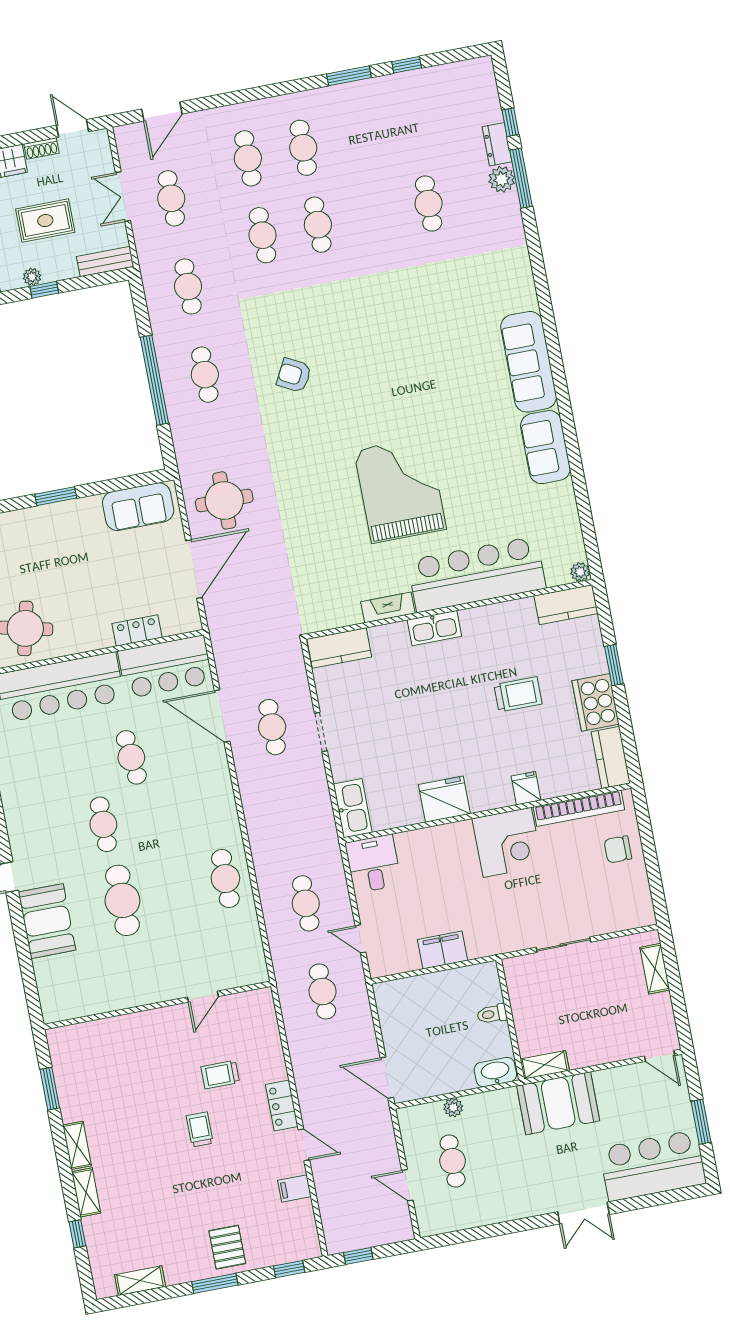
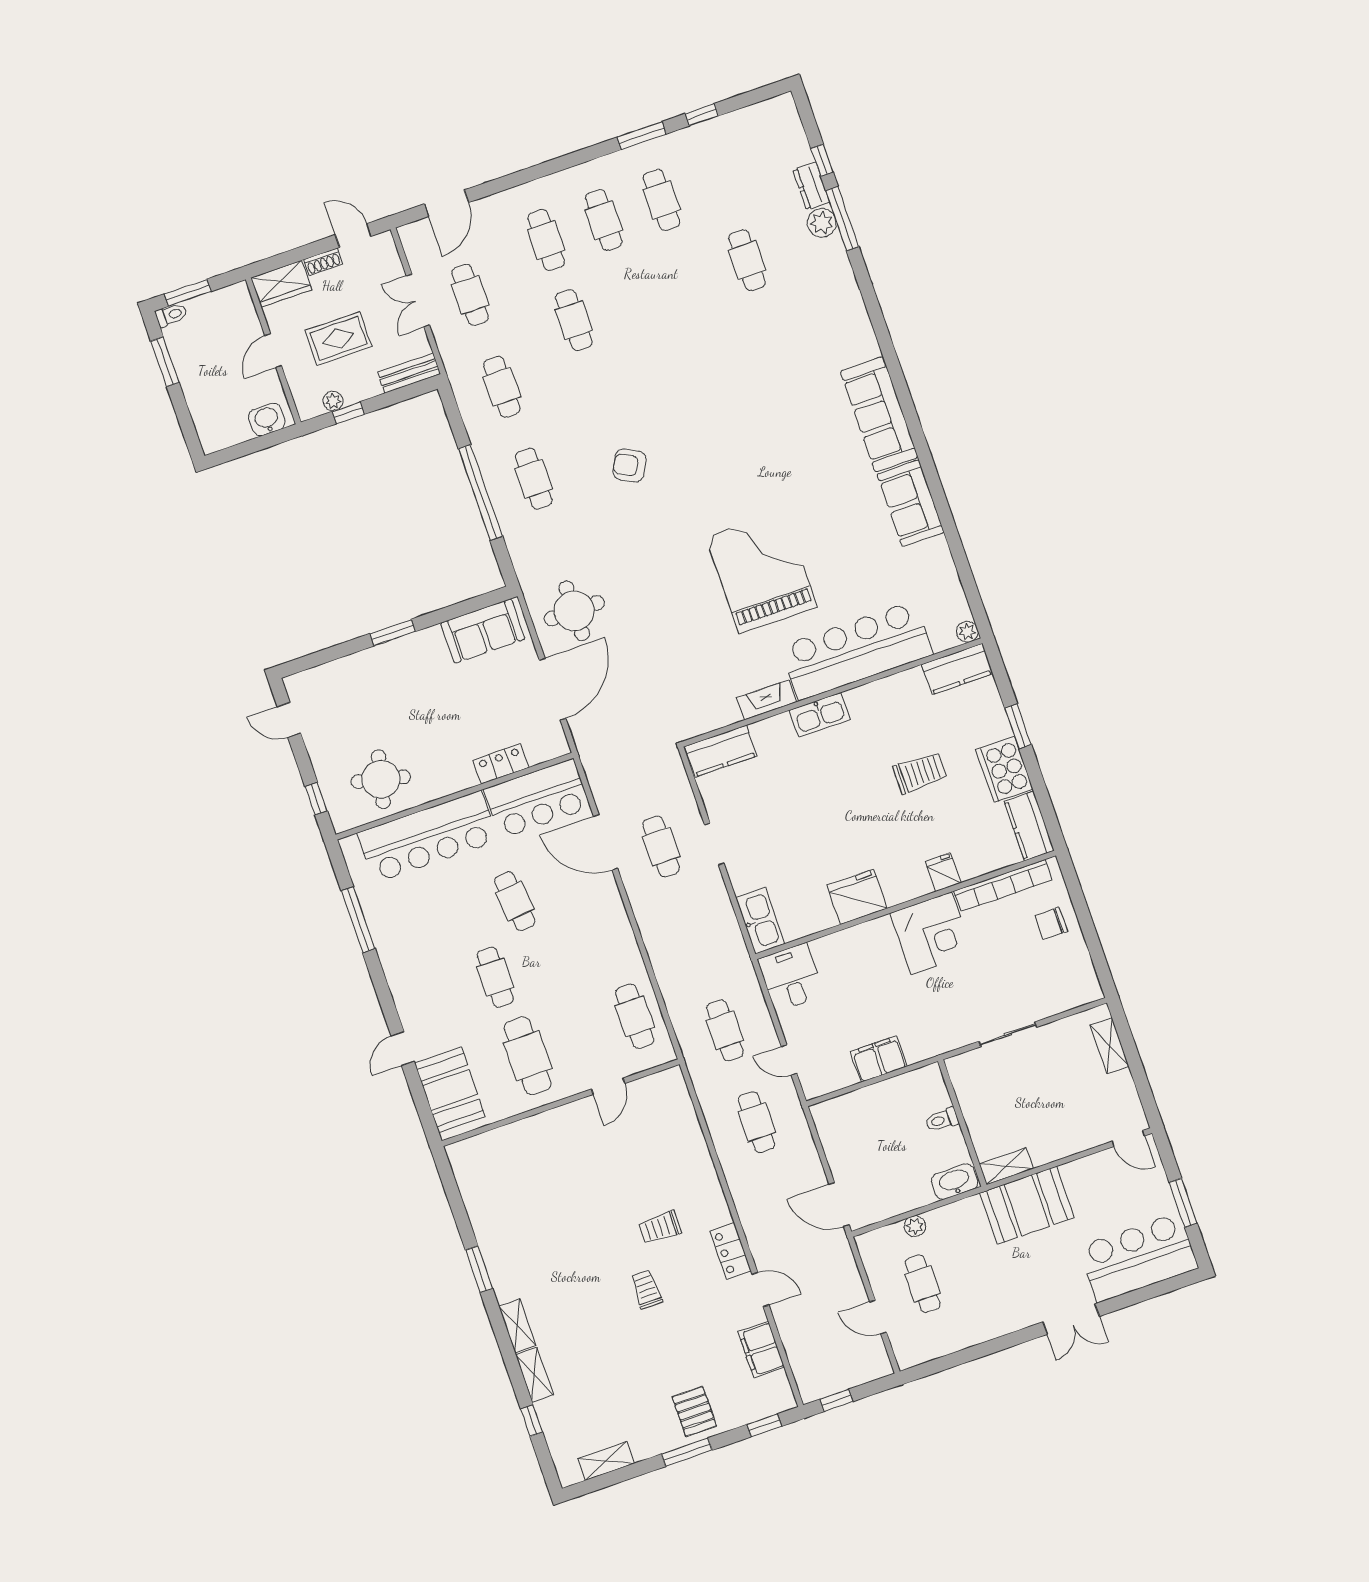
cafe table: (318, 225) -> (662, 200), moved
door: (203, 997) -> (608, 1086), moved
wall: (157, 1005) -> (561, 1103), moved
filing cabinet: (294, 1188) -> (761, 1349), width x2.00

